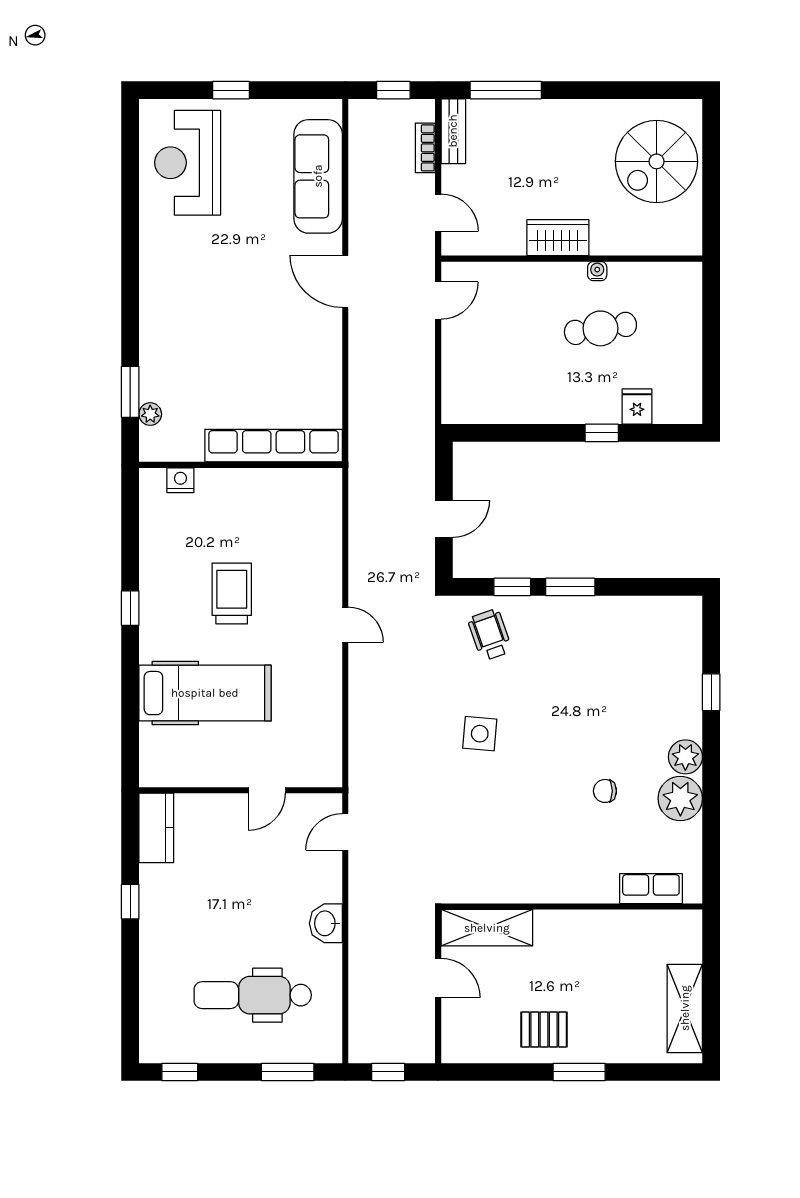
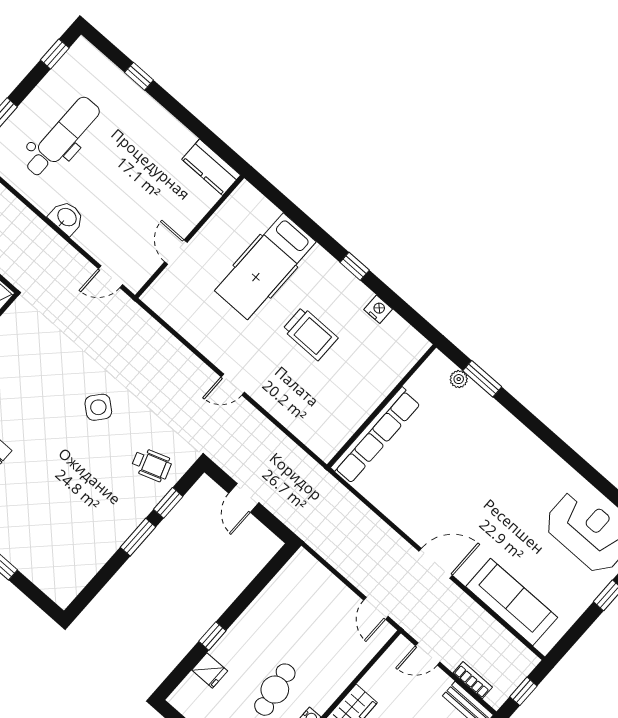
nightstand: (180, 480) -> (378, 309), moved, turned -90
side table: (480, 734) -> (98, 407), turned 35
door: (345, 832) -> (110, 277), swing flipped
window: (130, 902) -> (139, 76), moved

